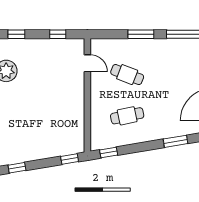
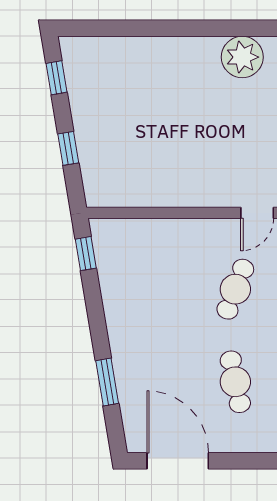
cafe table: (127, 116) -> (235, 382), moved
window: (70, 159) -> (68, 148), moved

